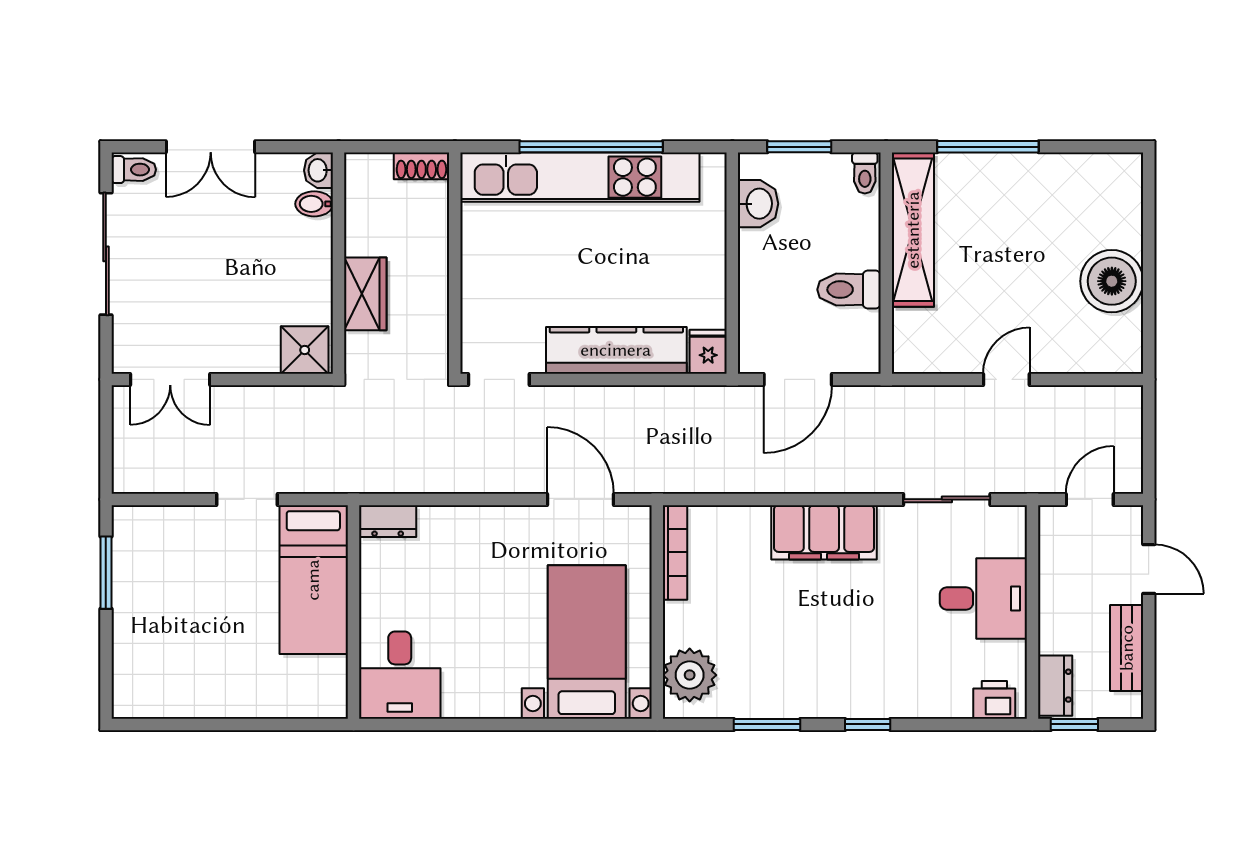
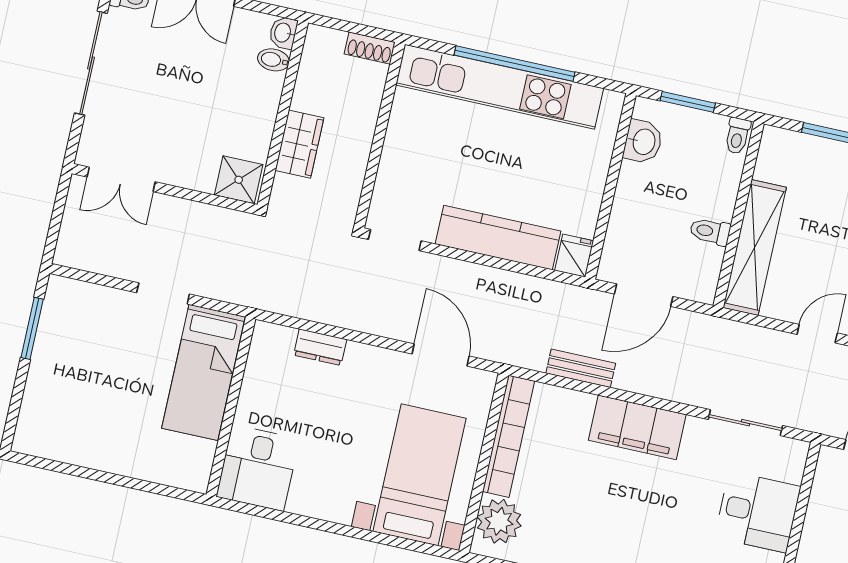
shelving: (913, 230) -> (755, 247), moved
toilet: (849, 290) -> (710, 231), width x0.73, depth x0.72
bench: (744, 479) -> (581, 368), added
dresser: (388, 521) -> (320, 347), moved
bookcase: (675, 552) -> (509, 436), width x1.48, depth x1.31

